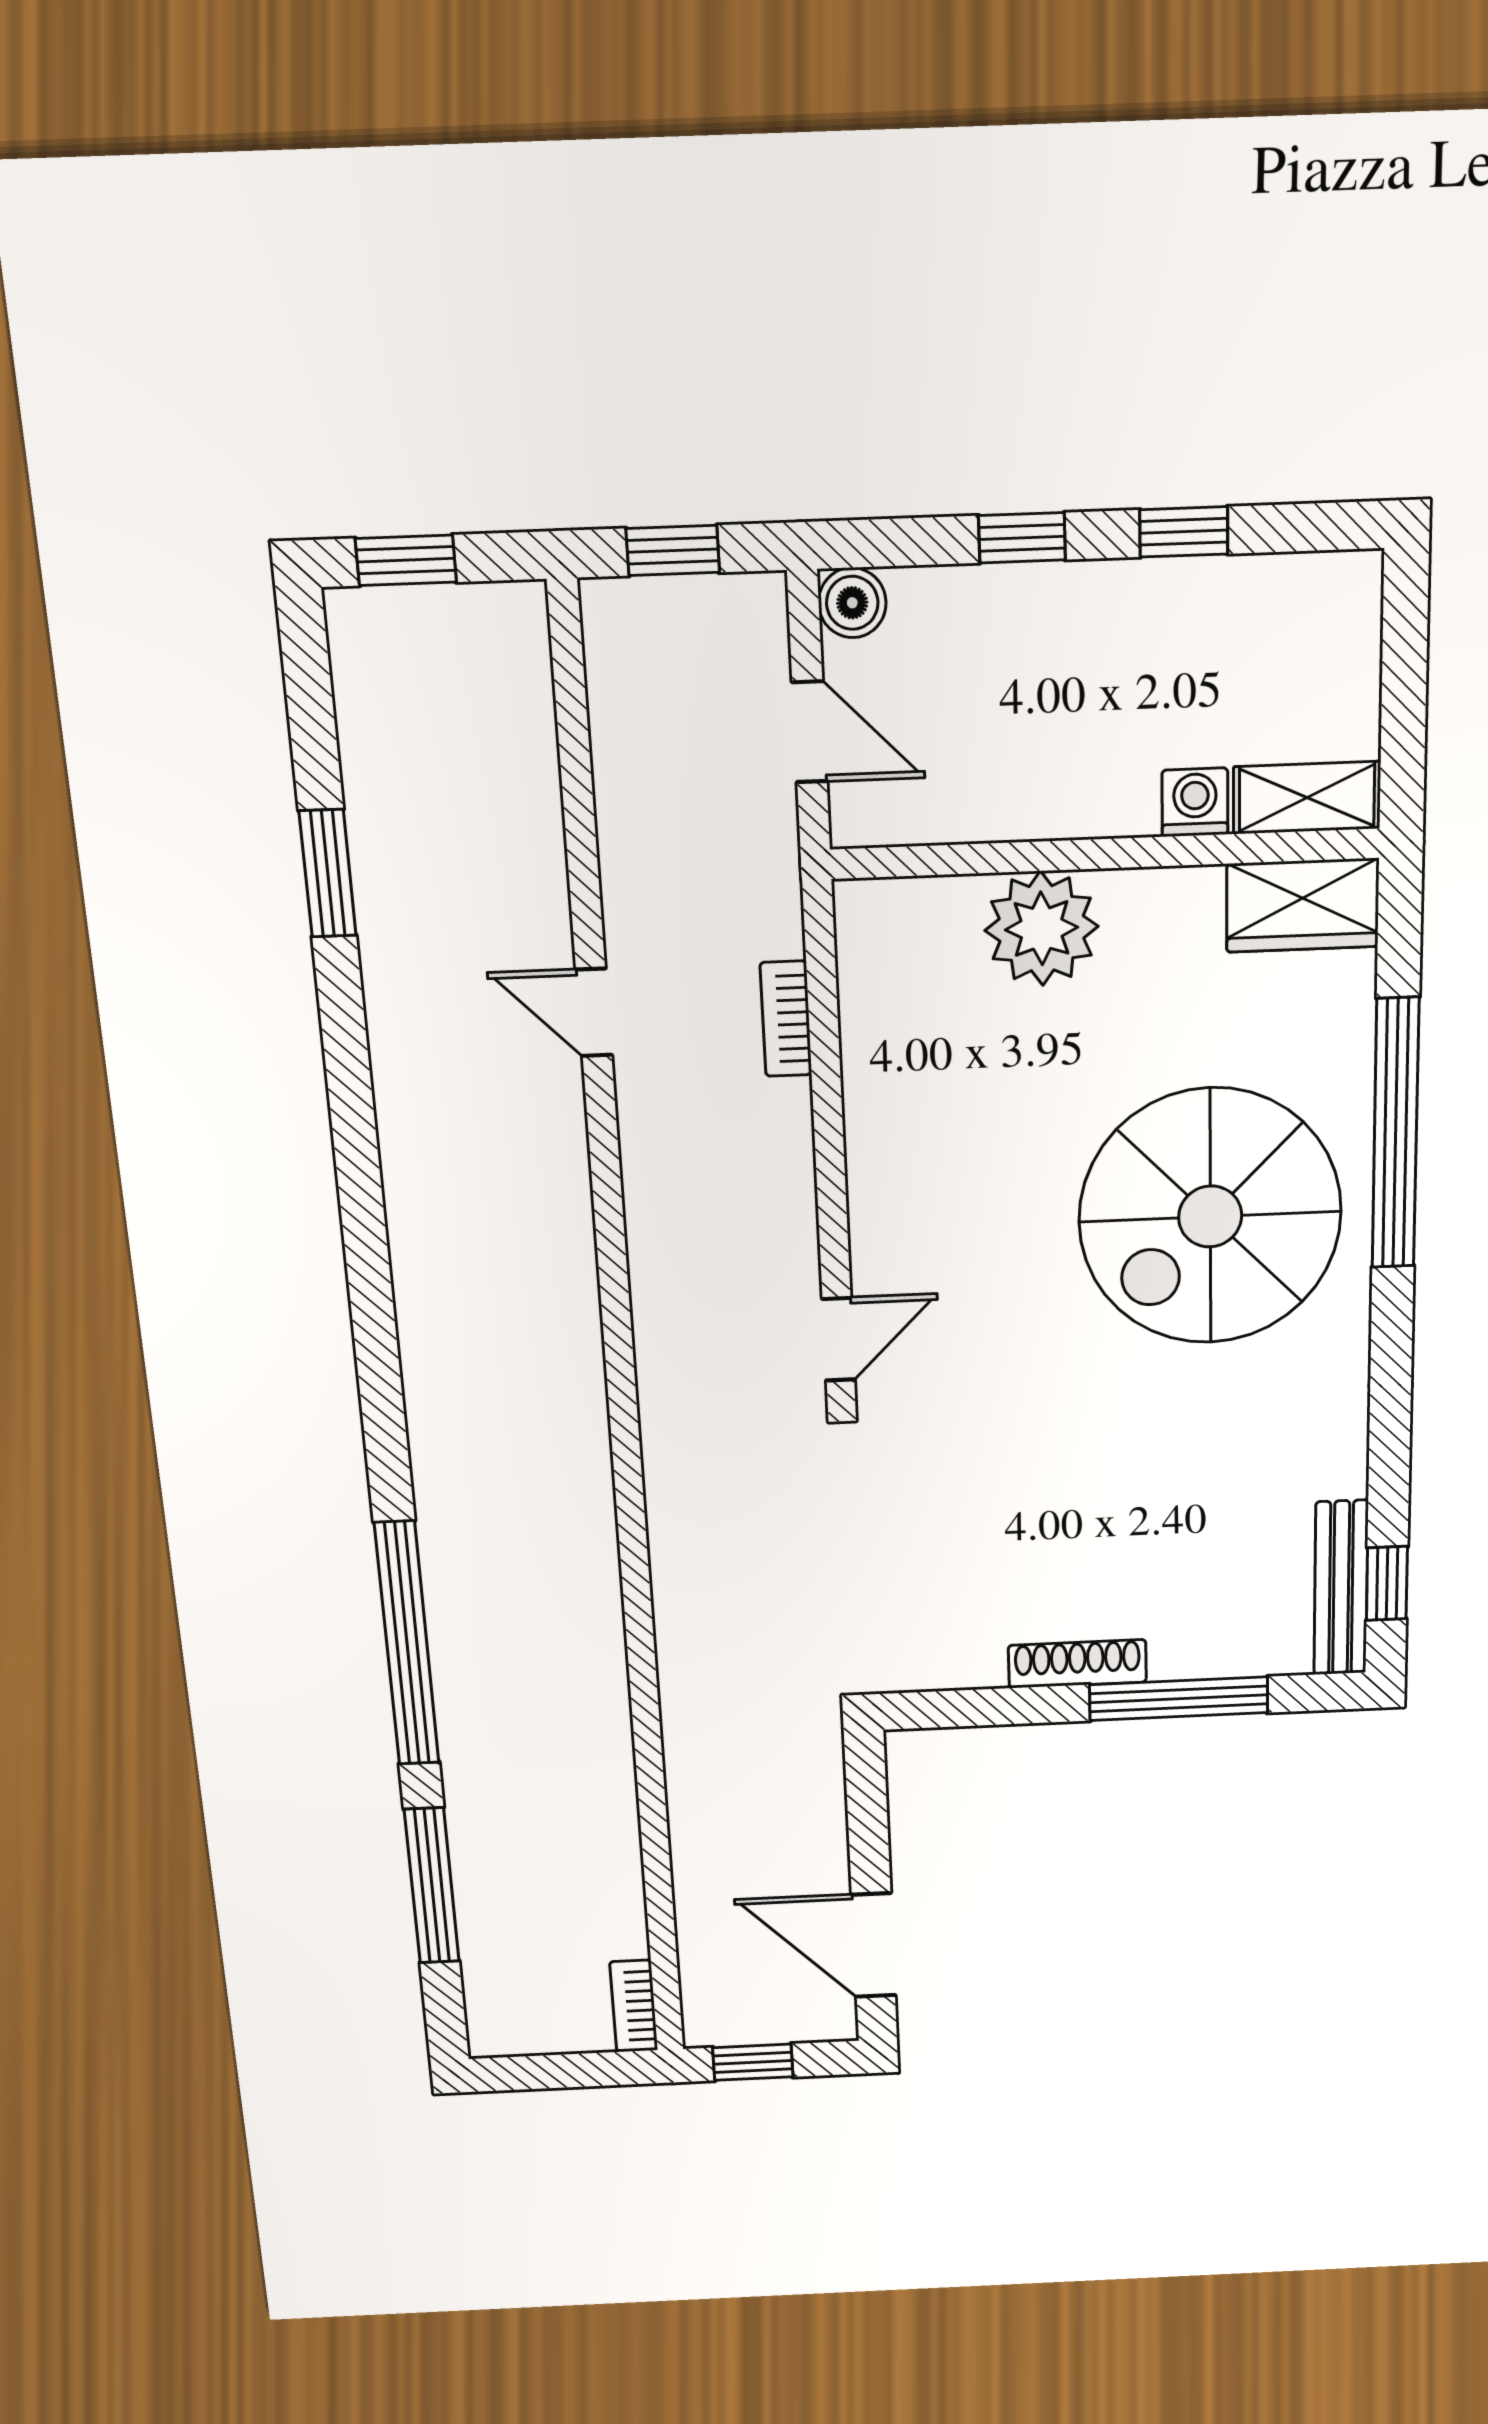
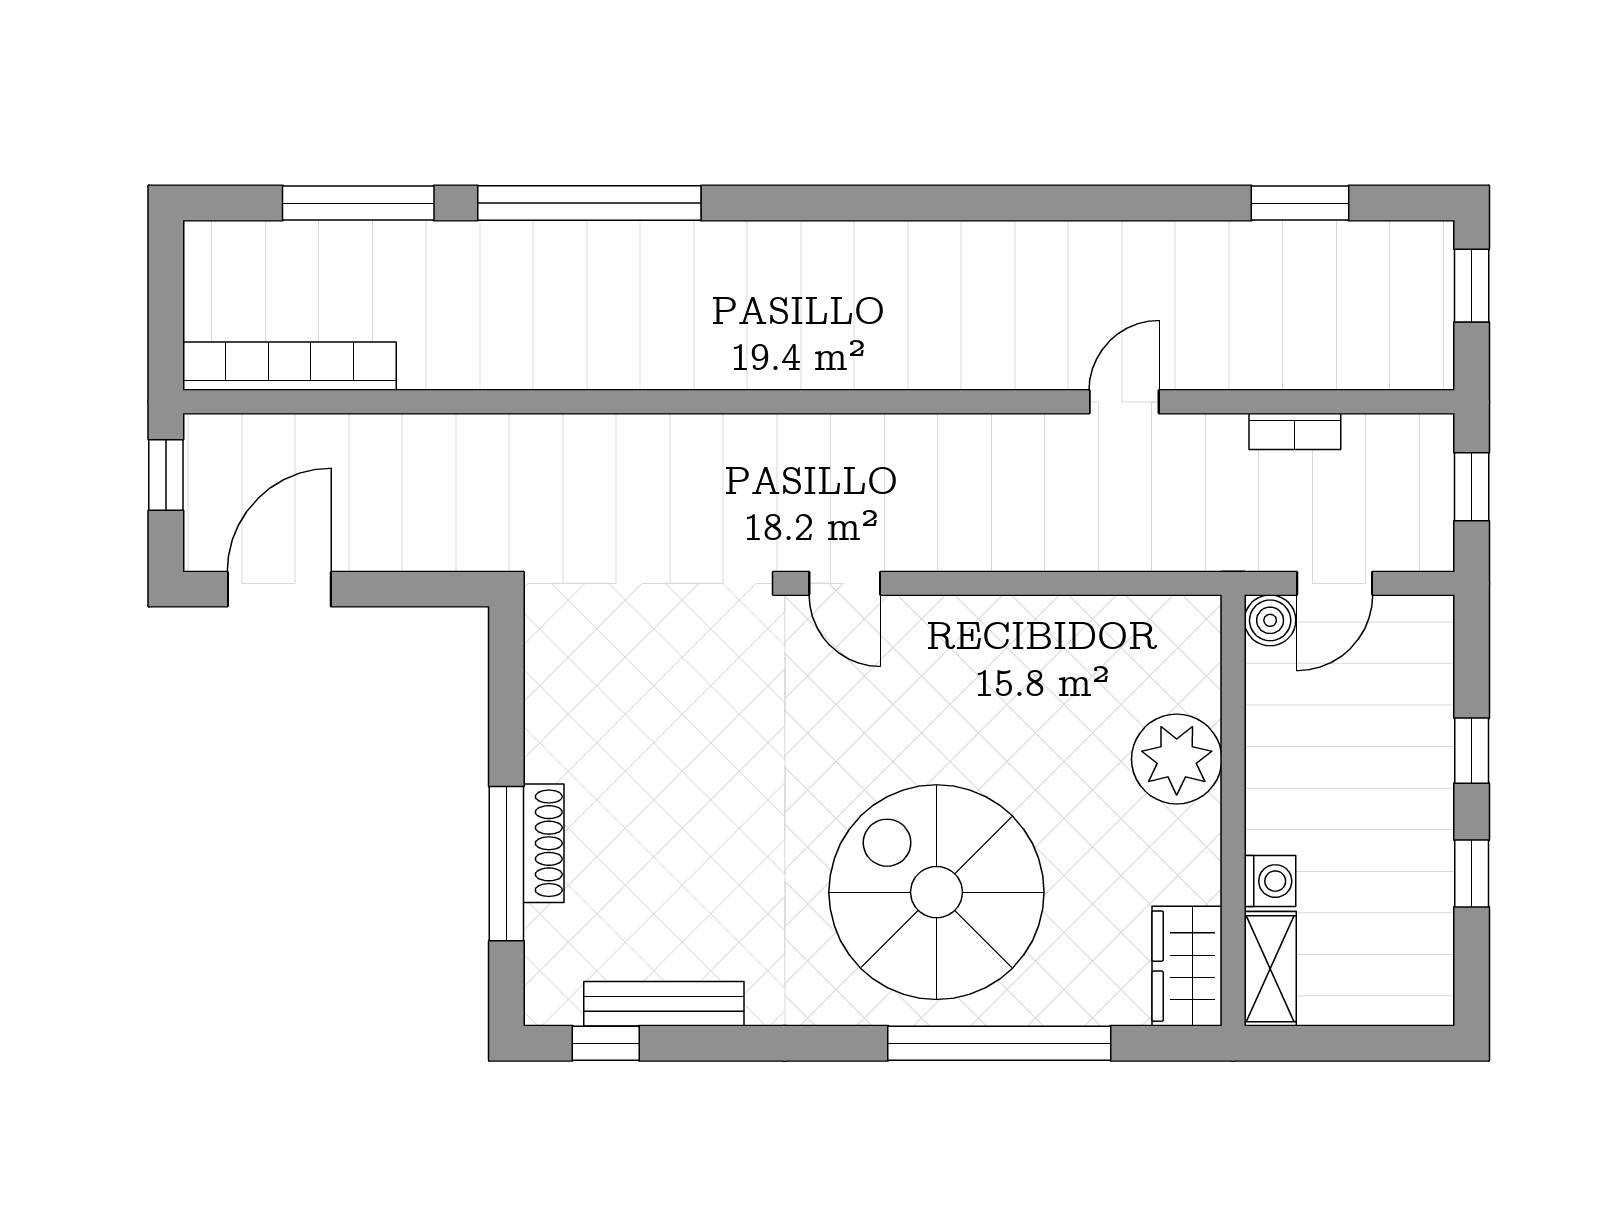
boiler: (852, 603) -> (1270, 620), moved
window: (328, 873) -> (1300, 203), moved
bookcase: (786, 1019) -> (1295, 431), moved, turned 180
bench: (1341, 1588) -> (664, 1004), moved
shoe rack: (1077, 1664) -> (544, 843), moved
bookcase: (634, 2006) -> (289, 366), width x2.31, depth x1.31

